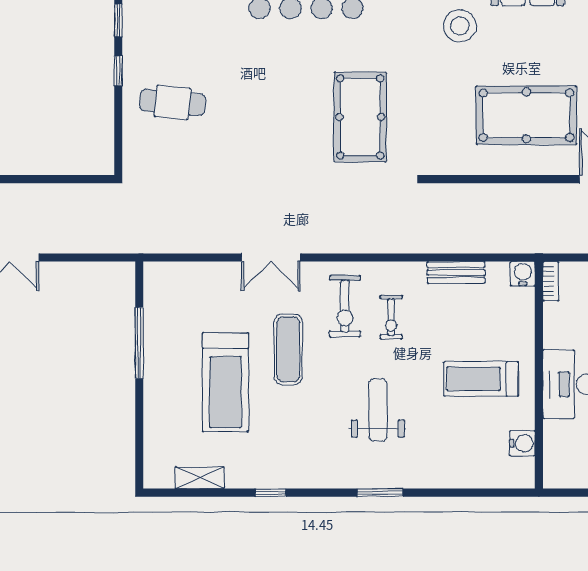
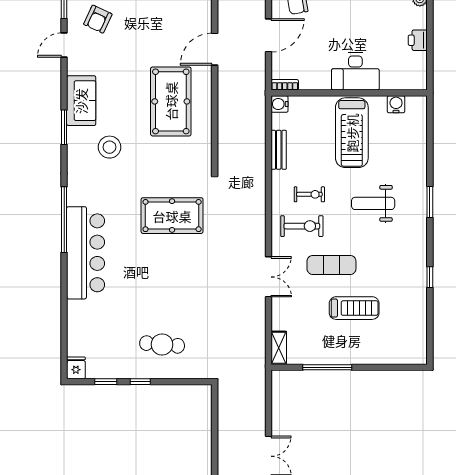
cafe table: (172, 103) -> (162, 344), turned 90
treadmill: (481, 379) -> (352, 133), width x1.37, depth x1.38
treadmill: (225, 382) -> (354, 308), width x0.73, depth x0.73
shelving: (200, 478) -> (279, 348), moved

